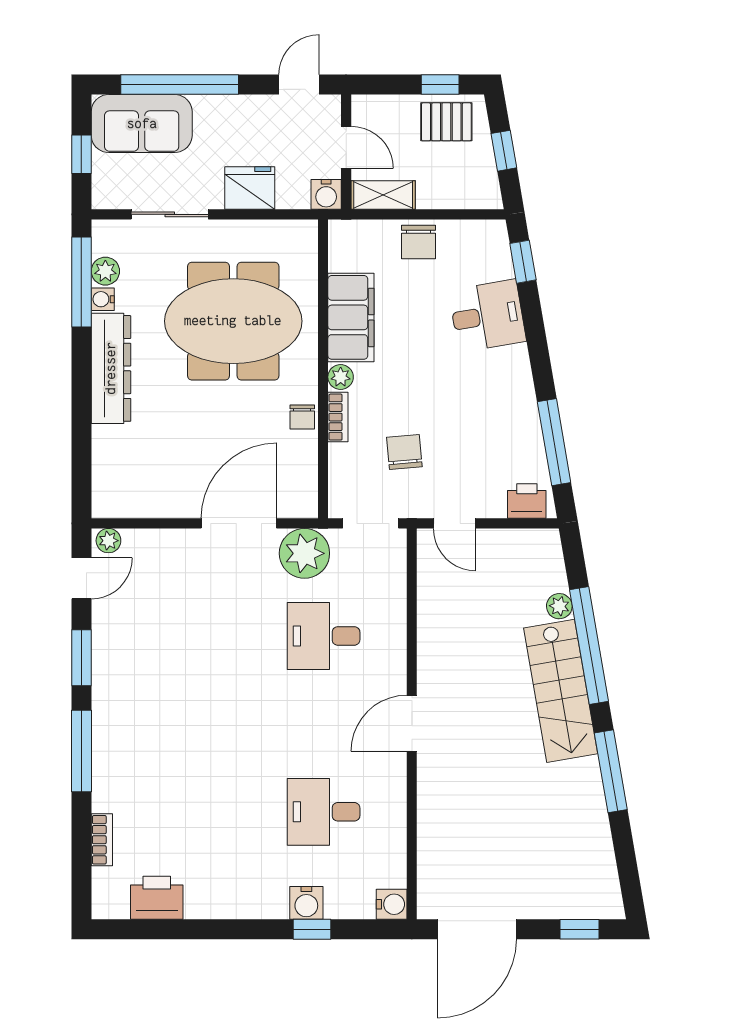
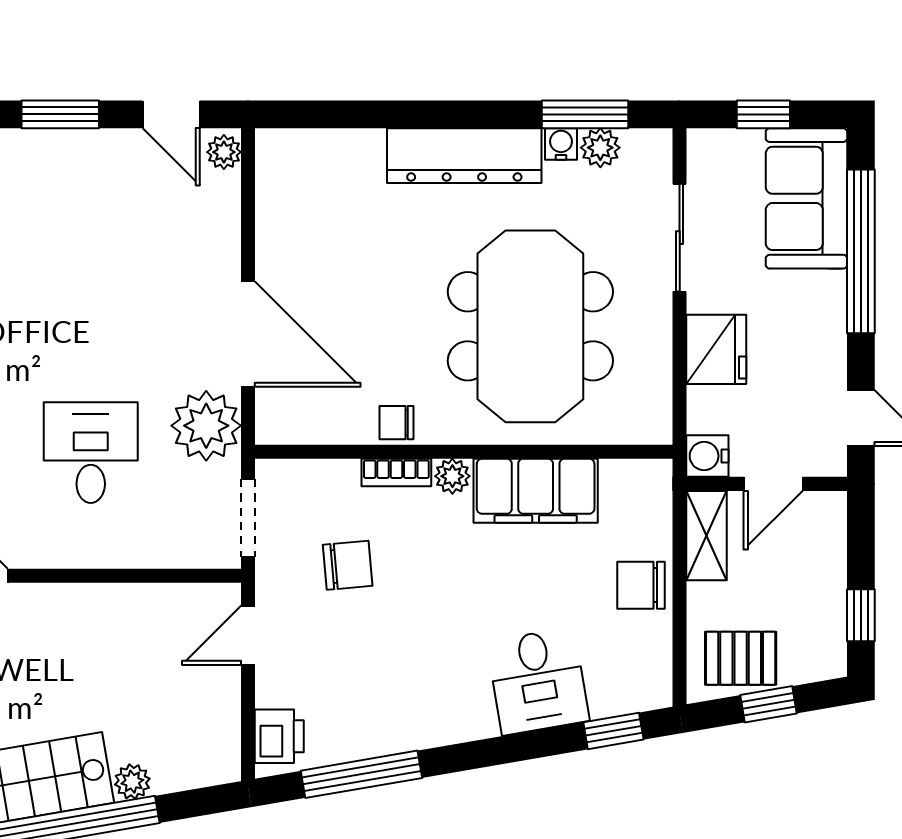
pallet: (446, 122) -> (741, 658), moved, turned 90
window: (81, 282) -> (585, 114), width x0.69

